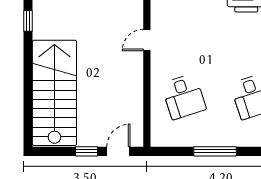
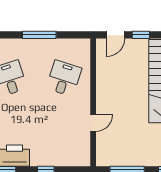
desk: (184, 96) -> (64, 78), turned 36

